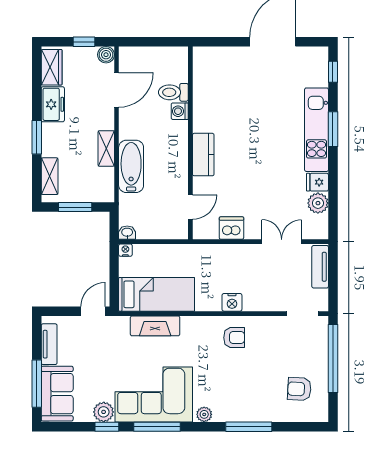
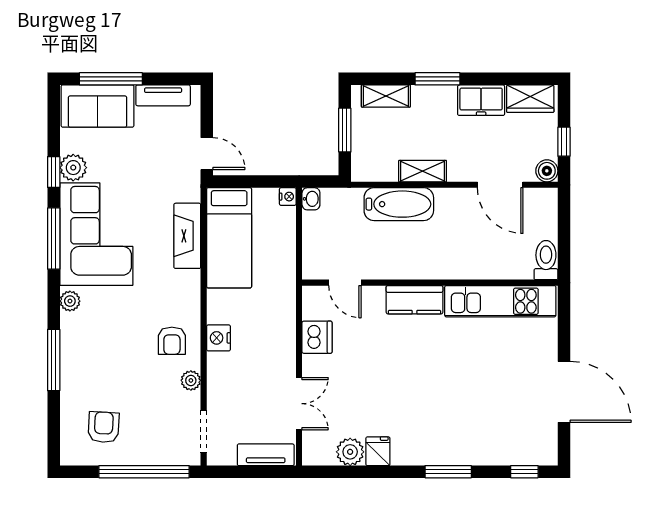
toilet: (173, 92) -> (546, 260), moved
washing machine: (180, 111) -> (472, 269), removed
kitchen unit: (317, 130) -> (500, 301), moved, turned 180
plant: (264, 323) -> (191, 380), added

